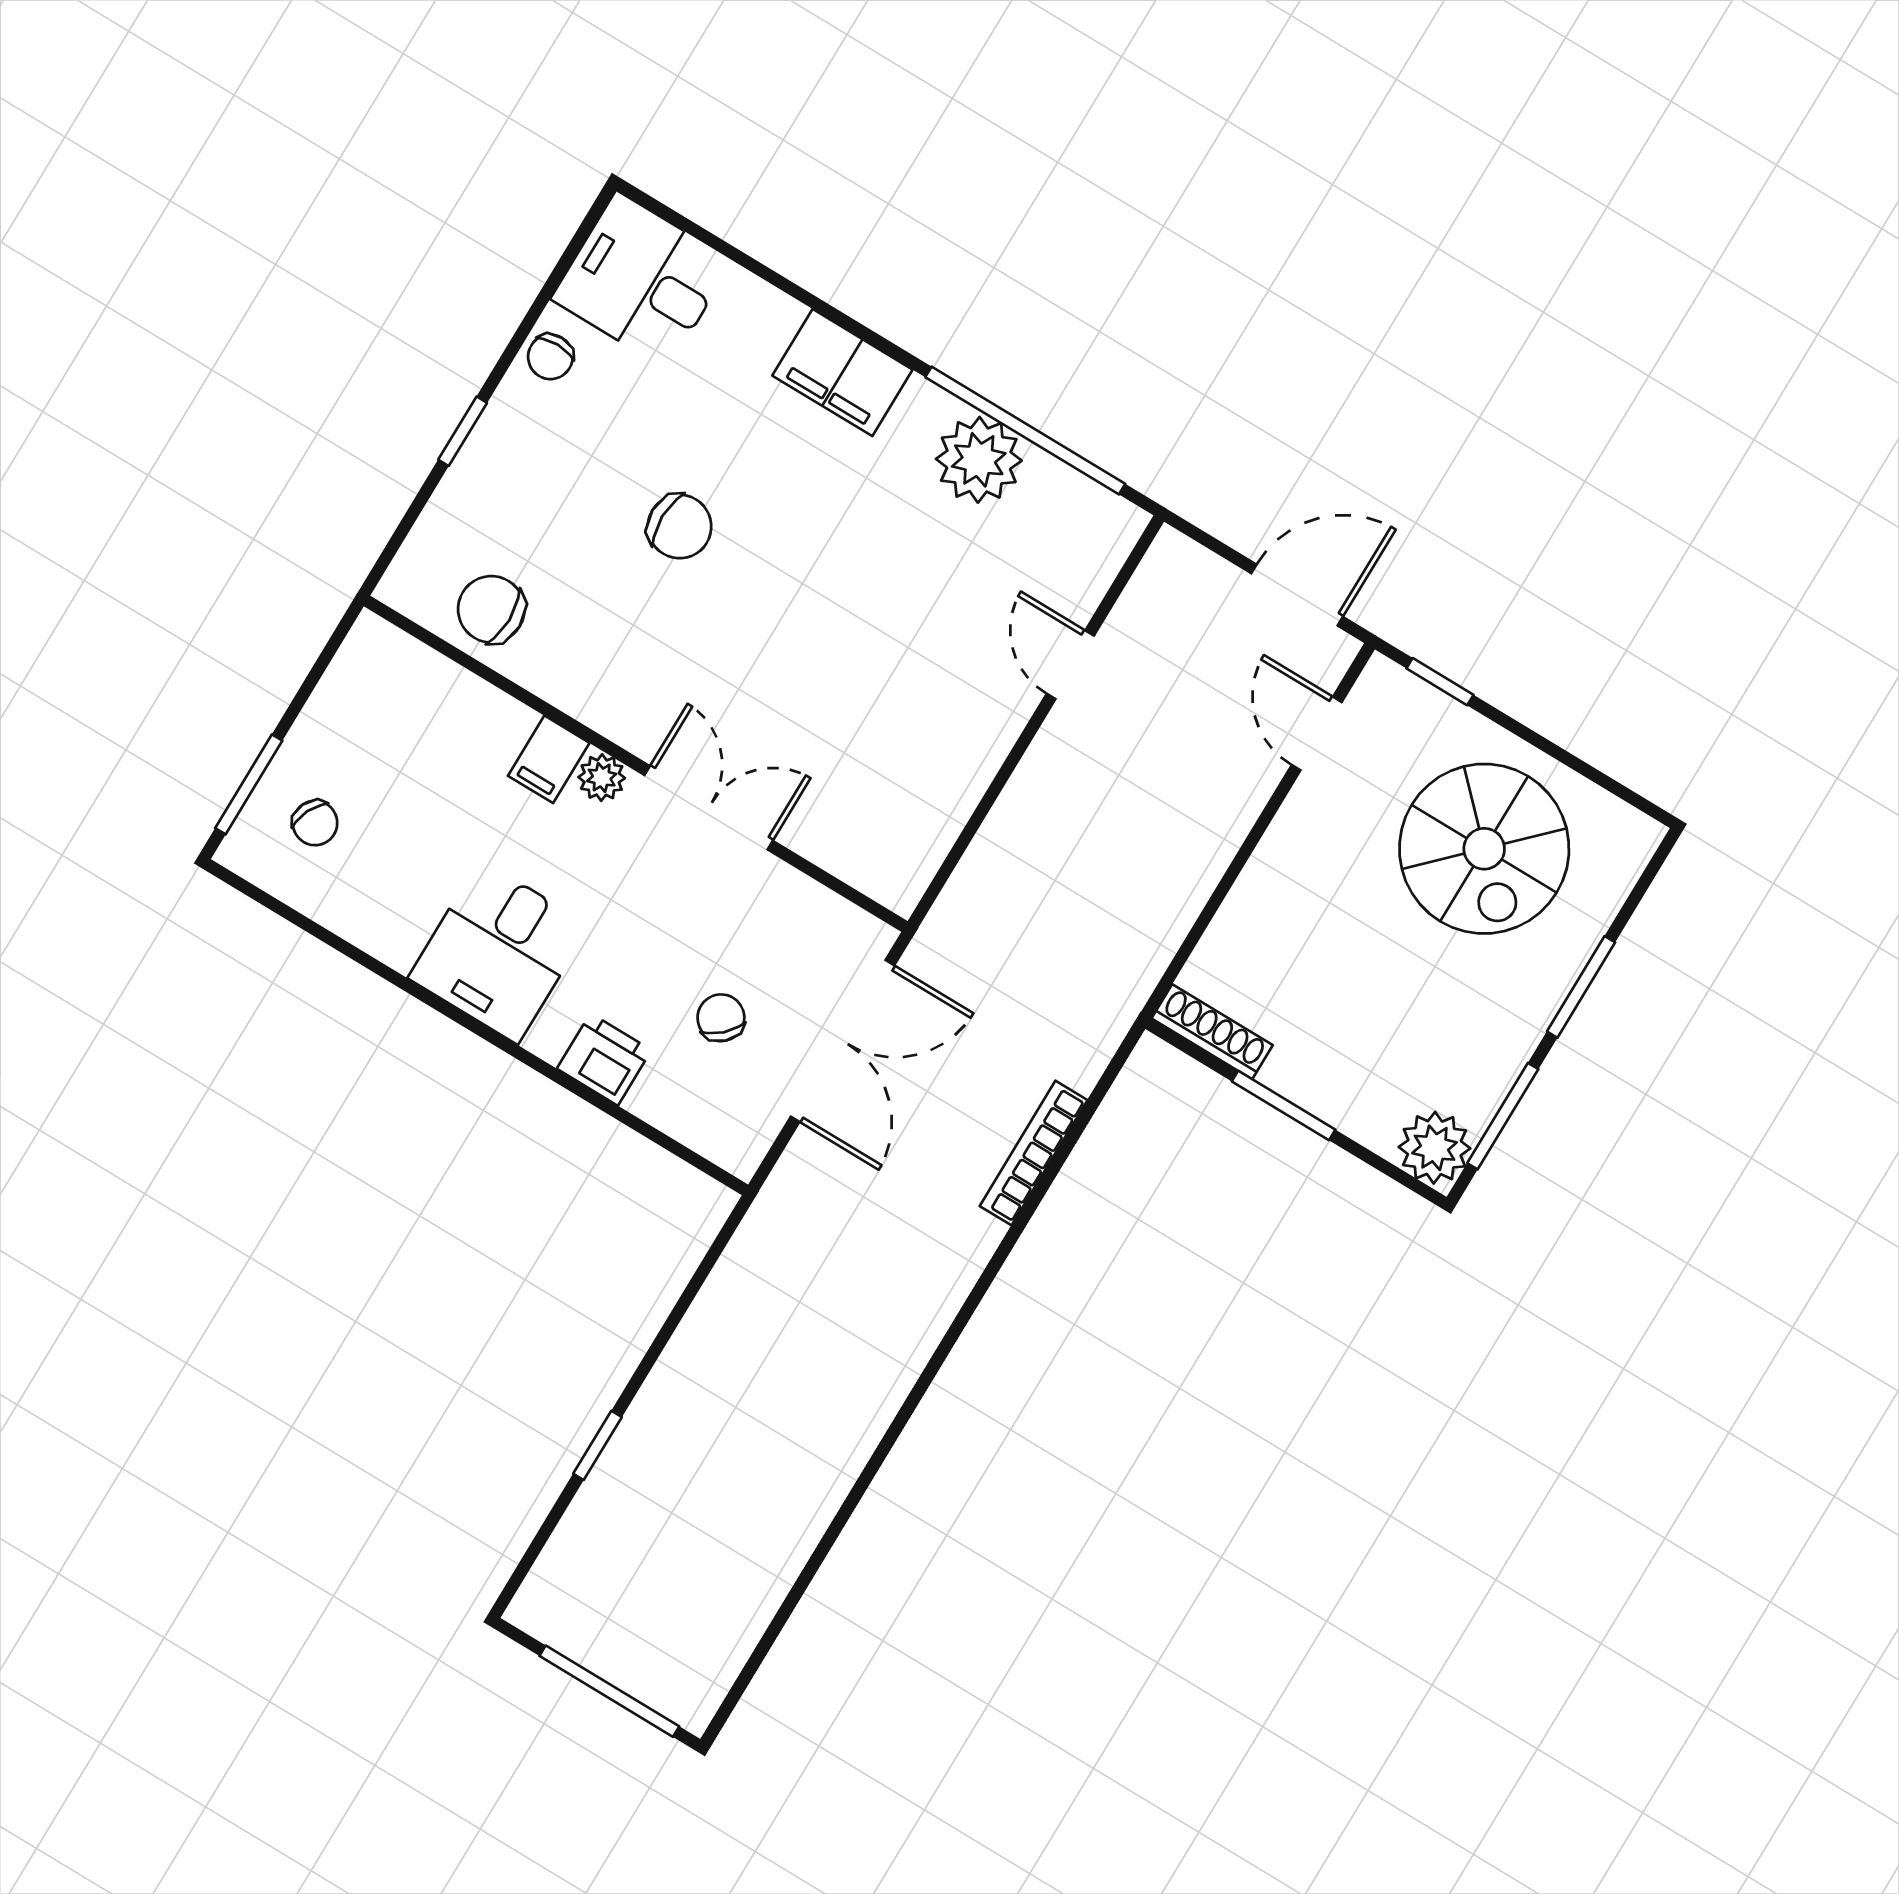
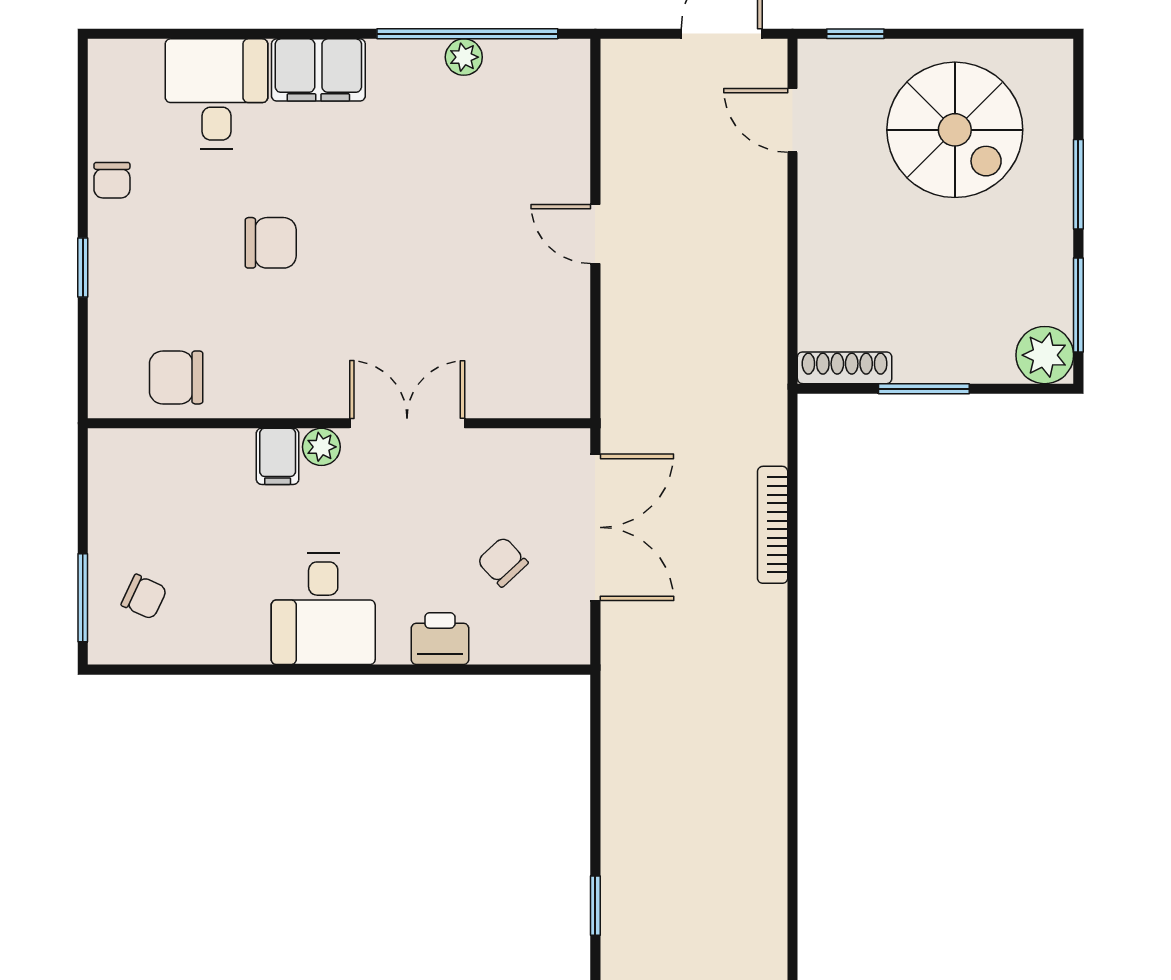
desk: (642, 280) -> (216, 94), moved, turned 90
plant: (979, 460) -> (464, 57), width x0.53, depth x0.53
door: (1070, 665) -> (595, 234), moved

